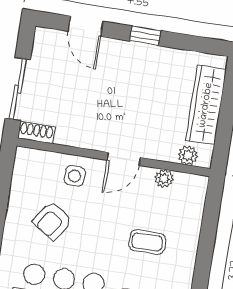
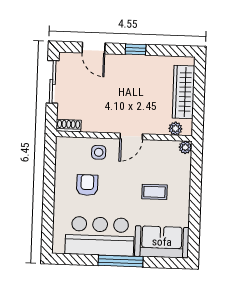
sliding door: (18, 89) -> (53, 82), moved
plant: (164, 178) -> (185, 147), moved
armchair: (53, 221) -> (87, 185), turned 147

